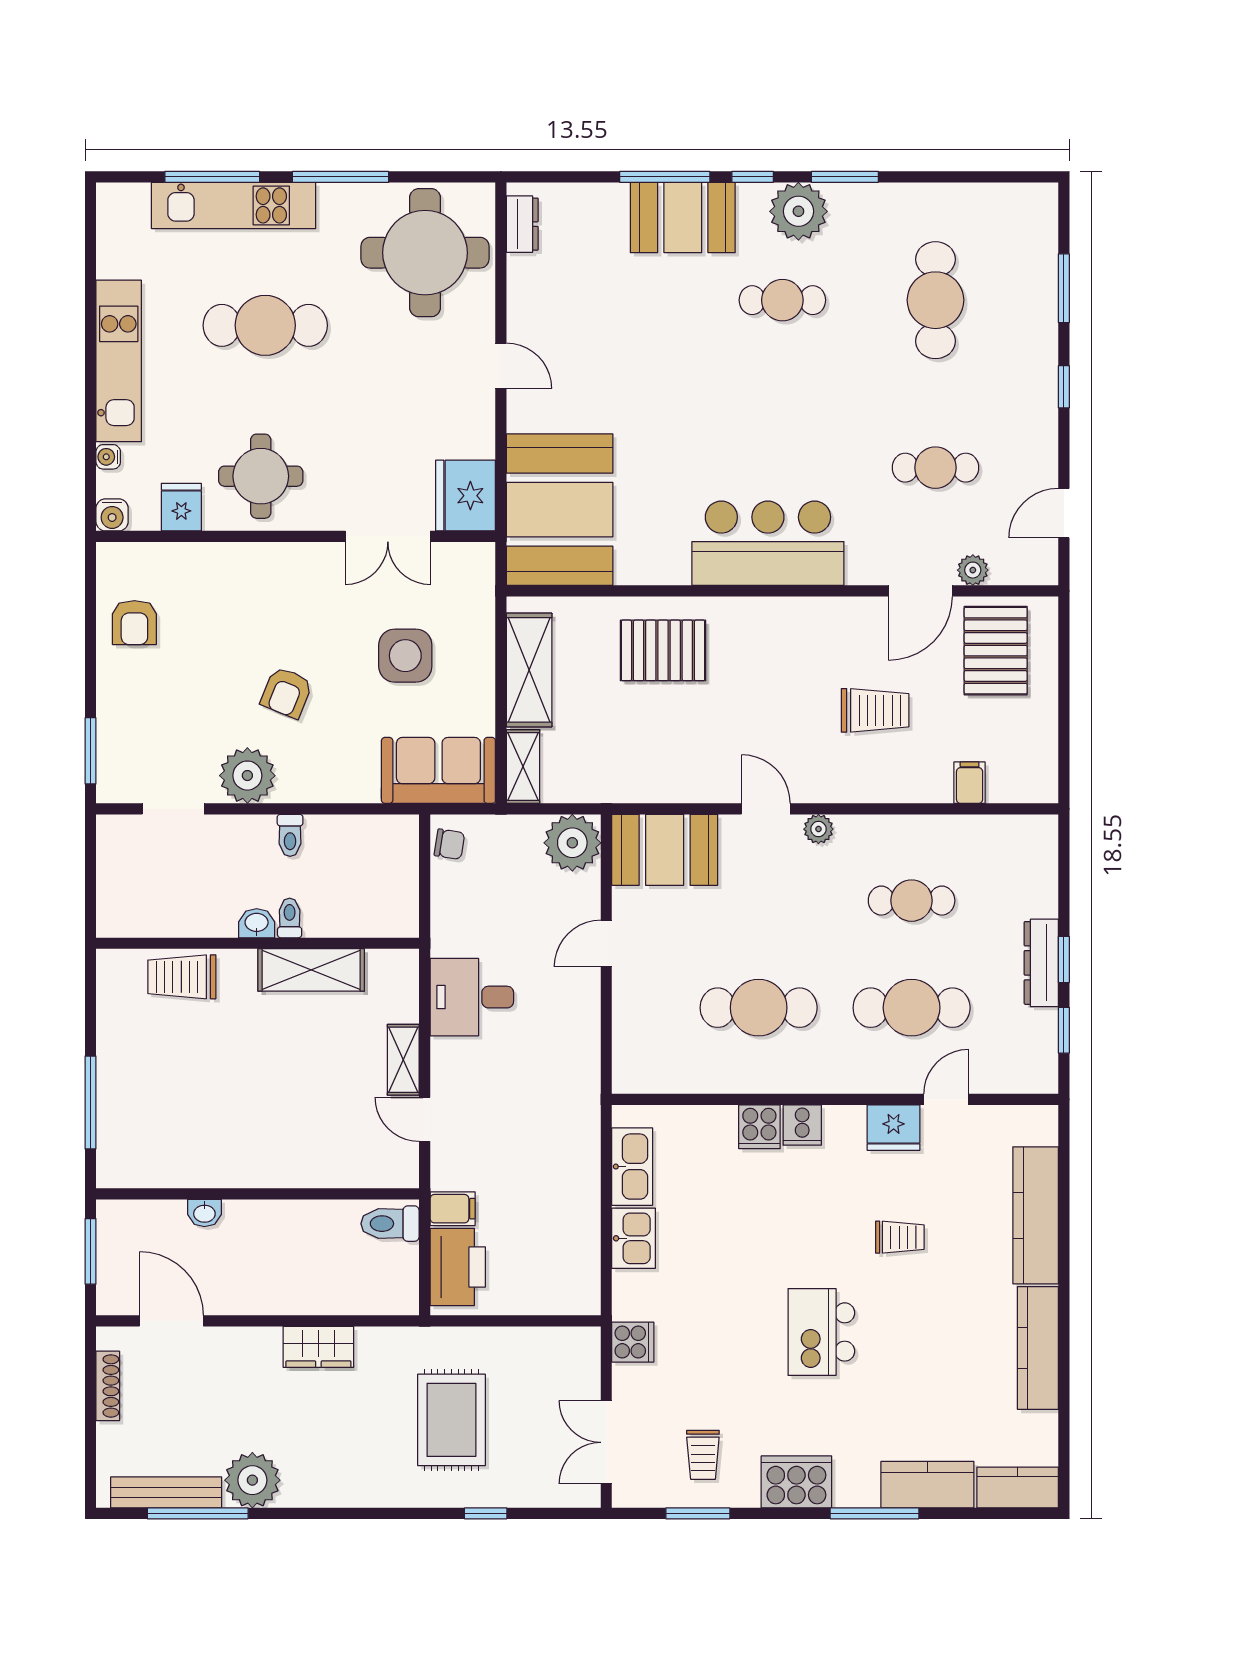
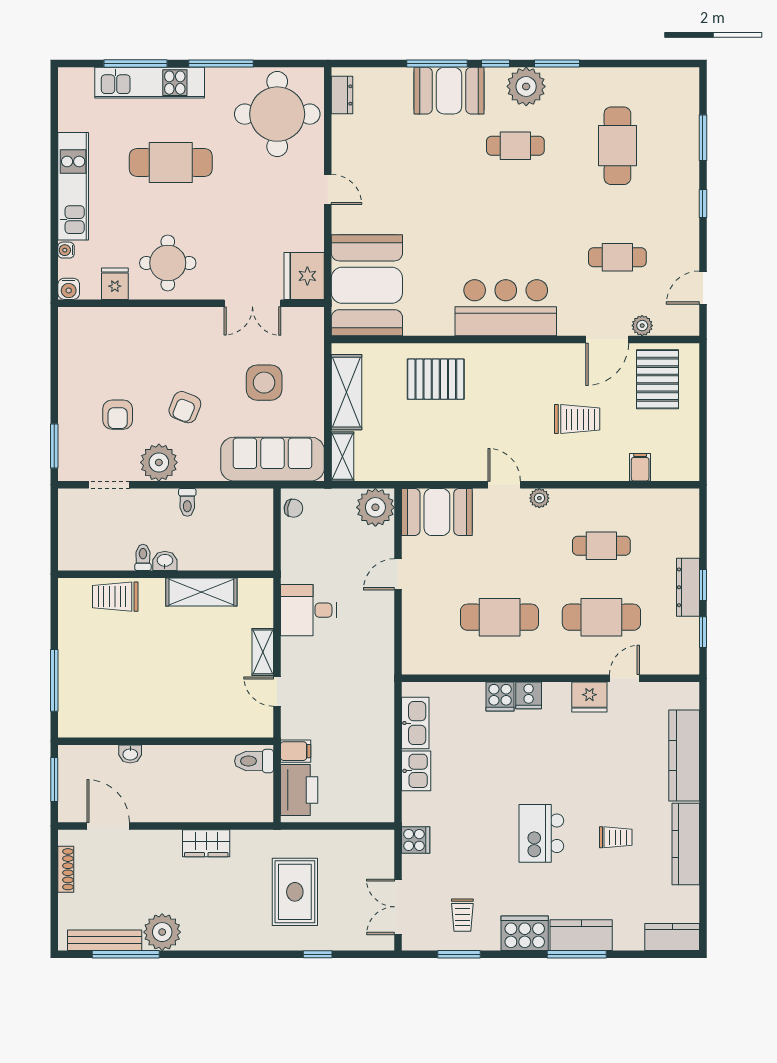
armchair: (134, 623) -> (118, 415), moved
sofa: (438, 770) -> (272, 459), width x1.36
toilet: (290, 918) -> (143, 557), moved
trolley: (900, 1237) -> (616, 837), moved
kitchen counter: (927, 1485) -> (581, 935), moved

